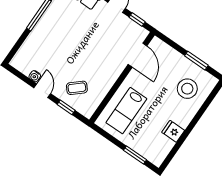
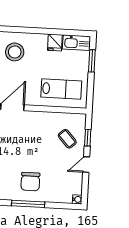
chair: (58, 29) -> (30, 182), added
water cooler: (35, 76) -> (77, 199), moved
kitchen sink: (161, 151) -> (77, 43), added

